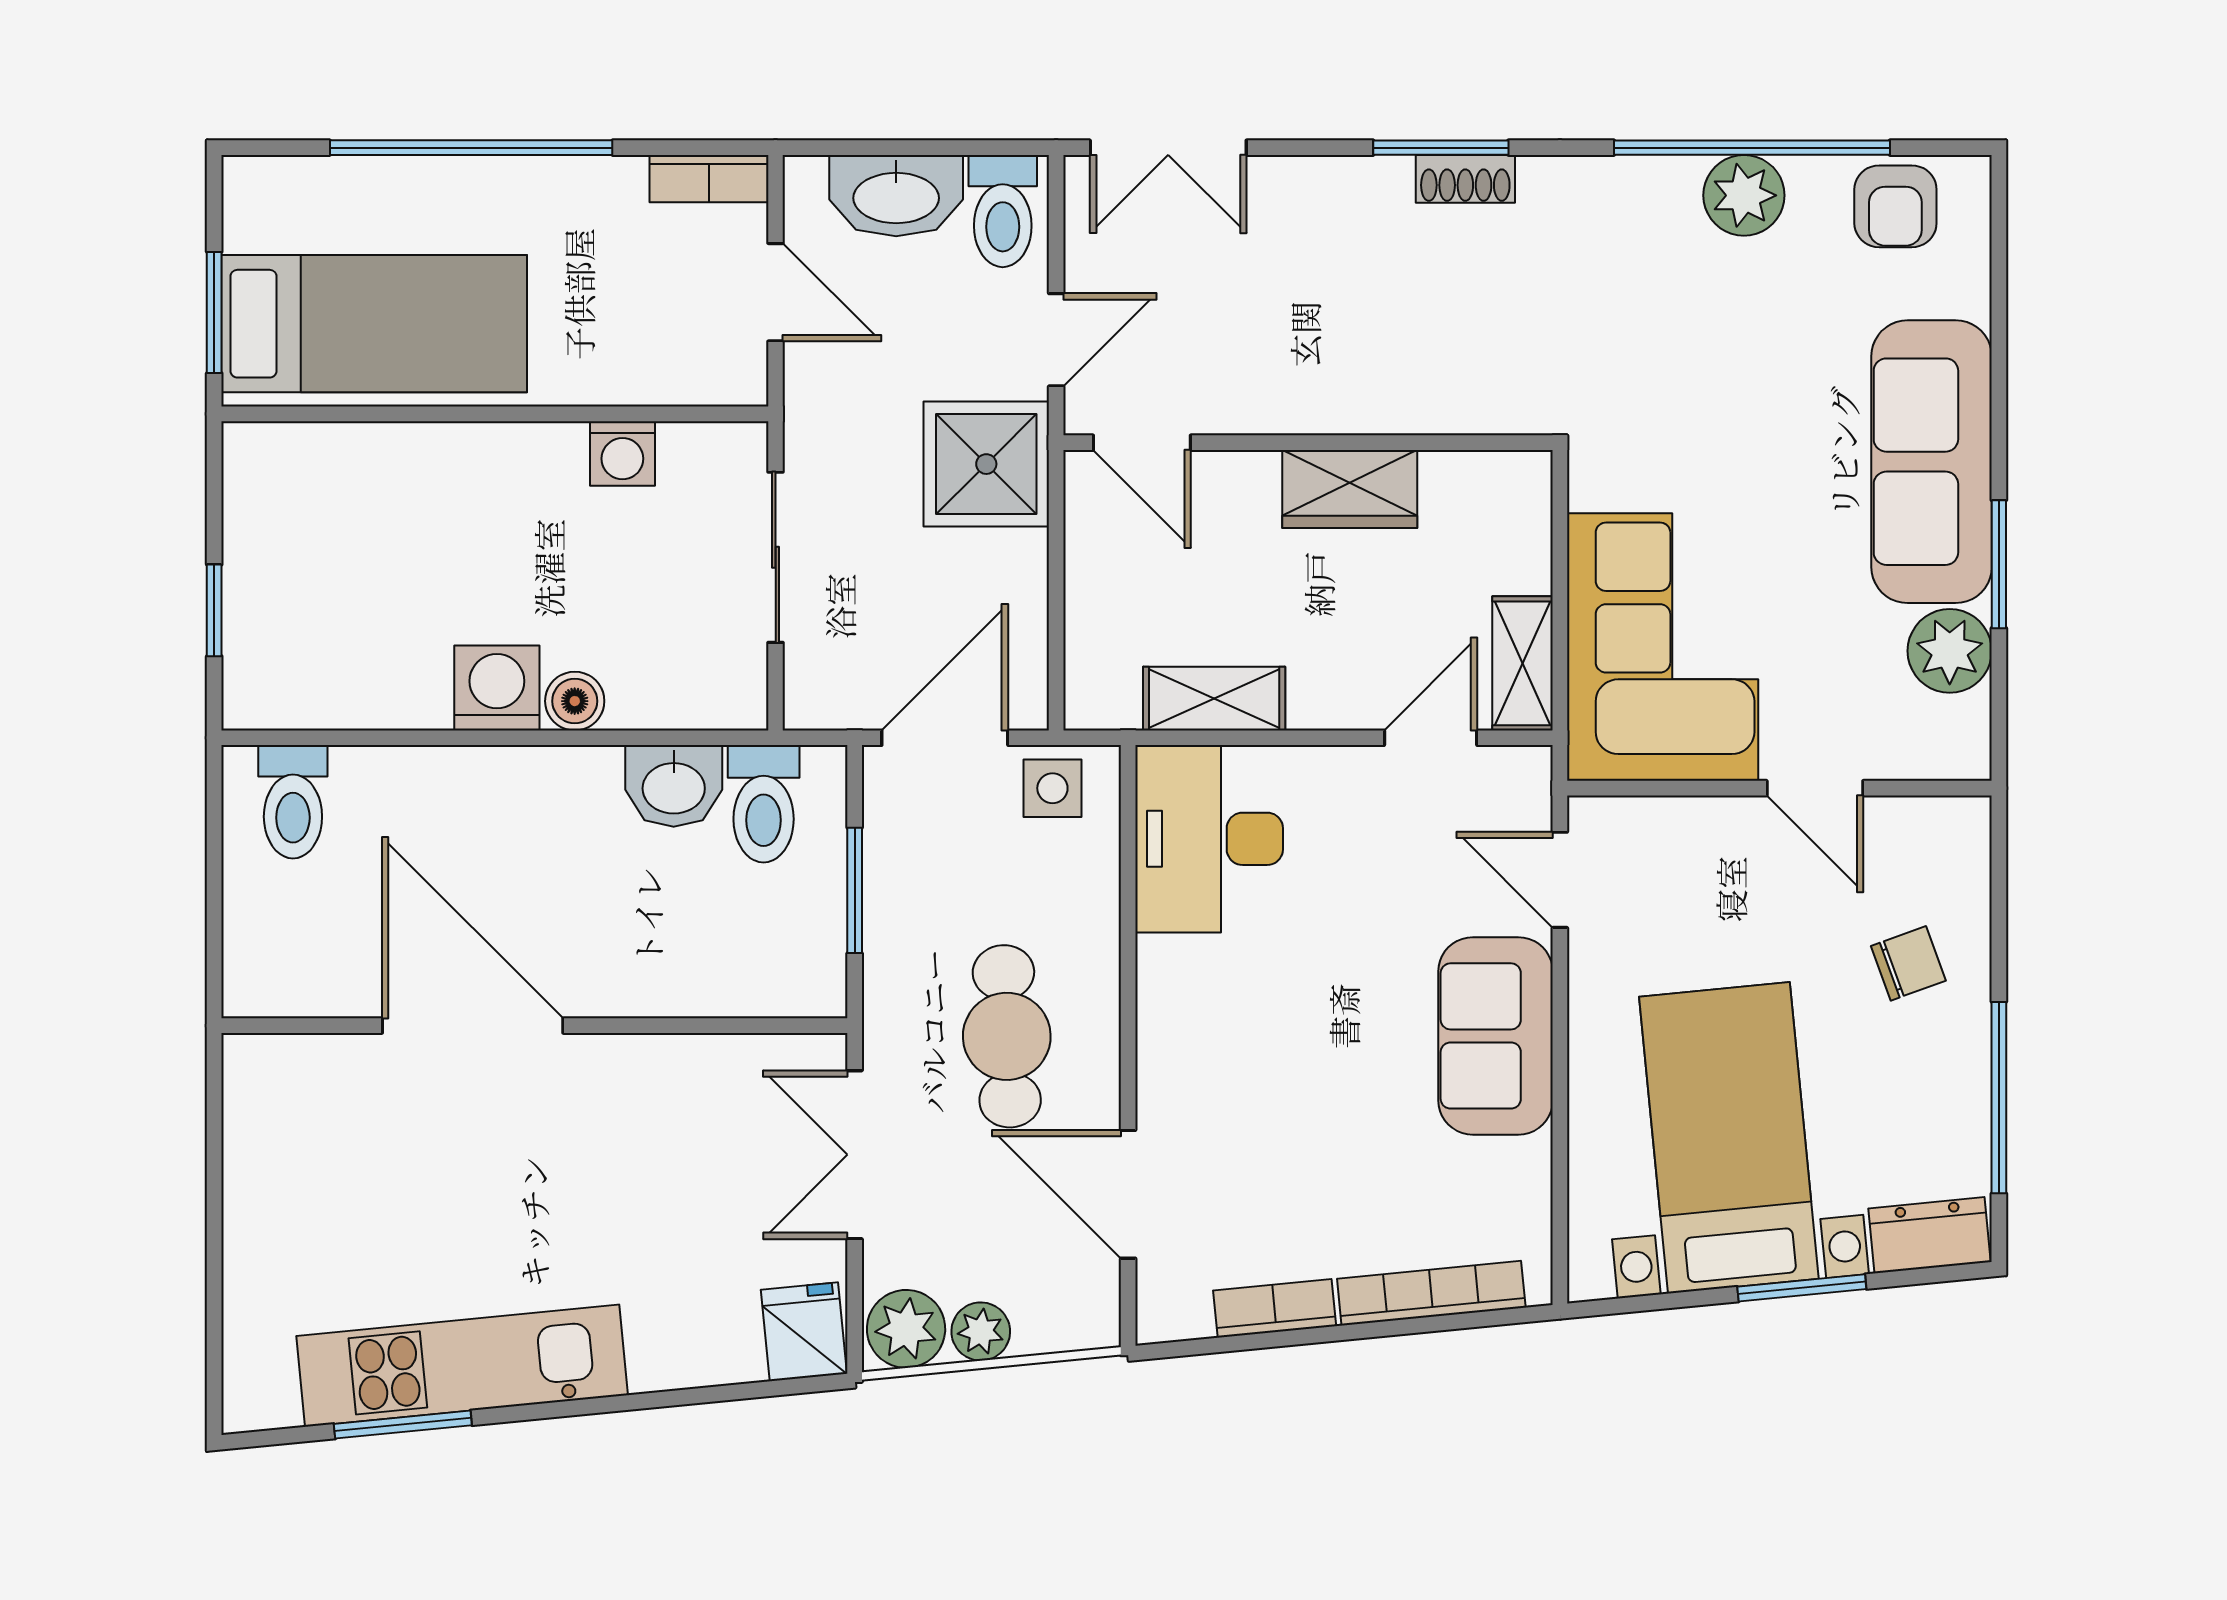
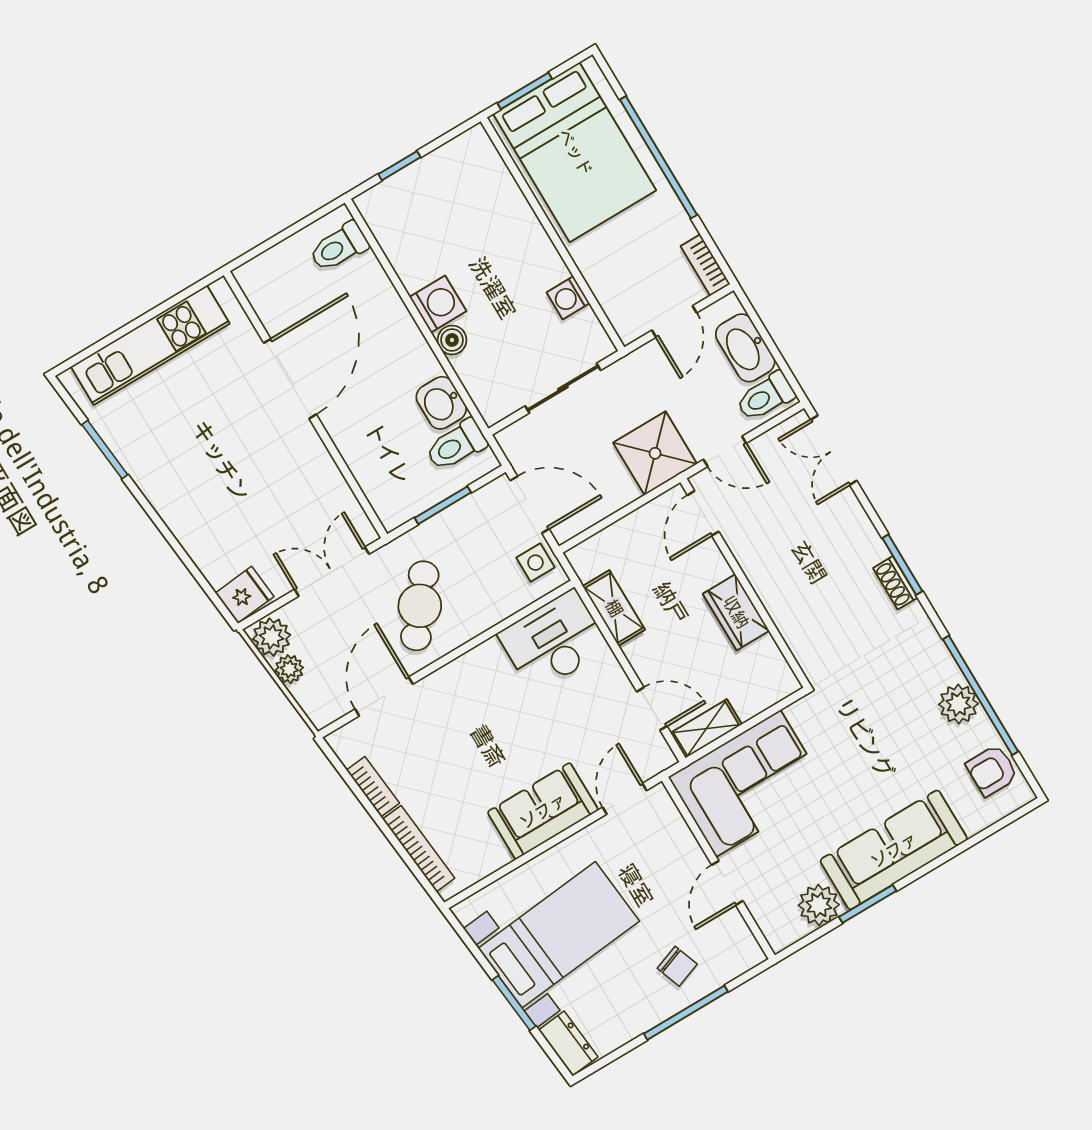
bed: (374, 324) -> (575, 152), width x1.50
cafe table: (1007, 1036) -> (420, 606), turned -49
window: (1999, 1098) -> (686, 1013), moved
kitchen unit: (462, 1366) -> (150, 345), moved, turned 96

